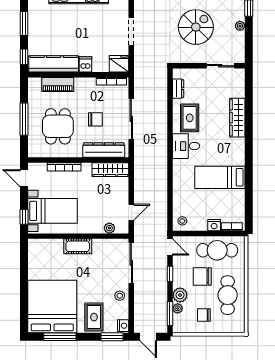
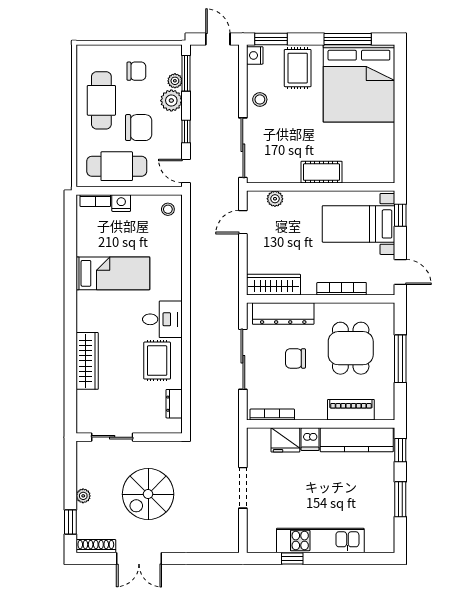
fridge: (119, 64) -> (285, 440), moved

